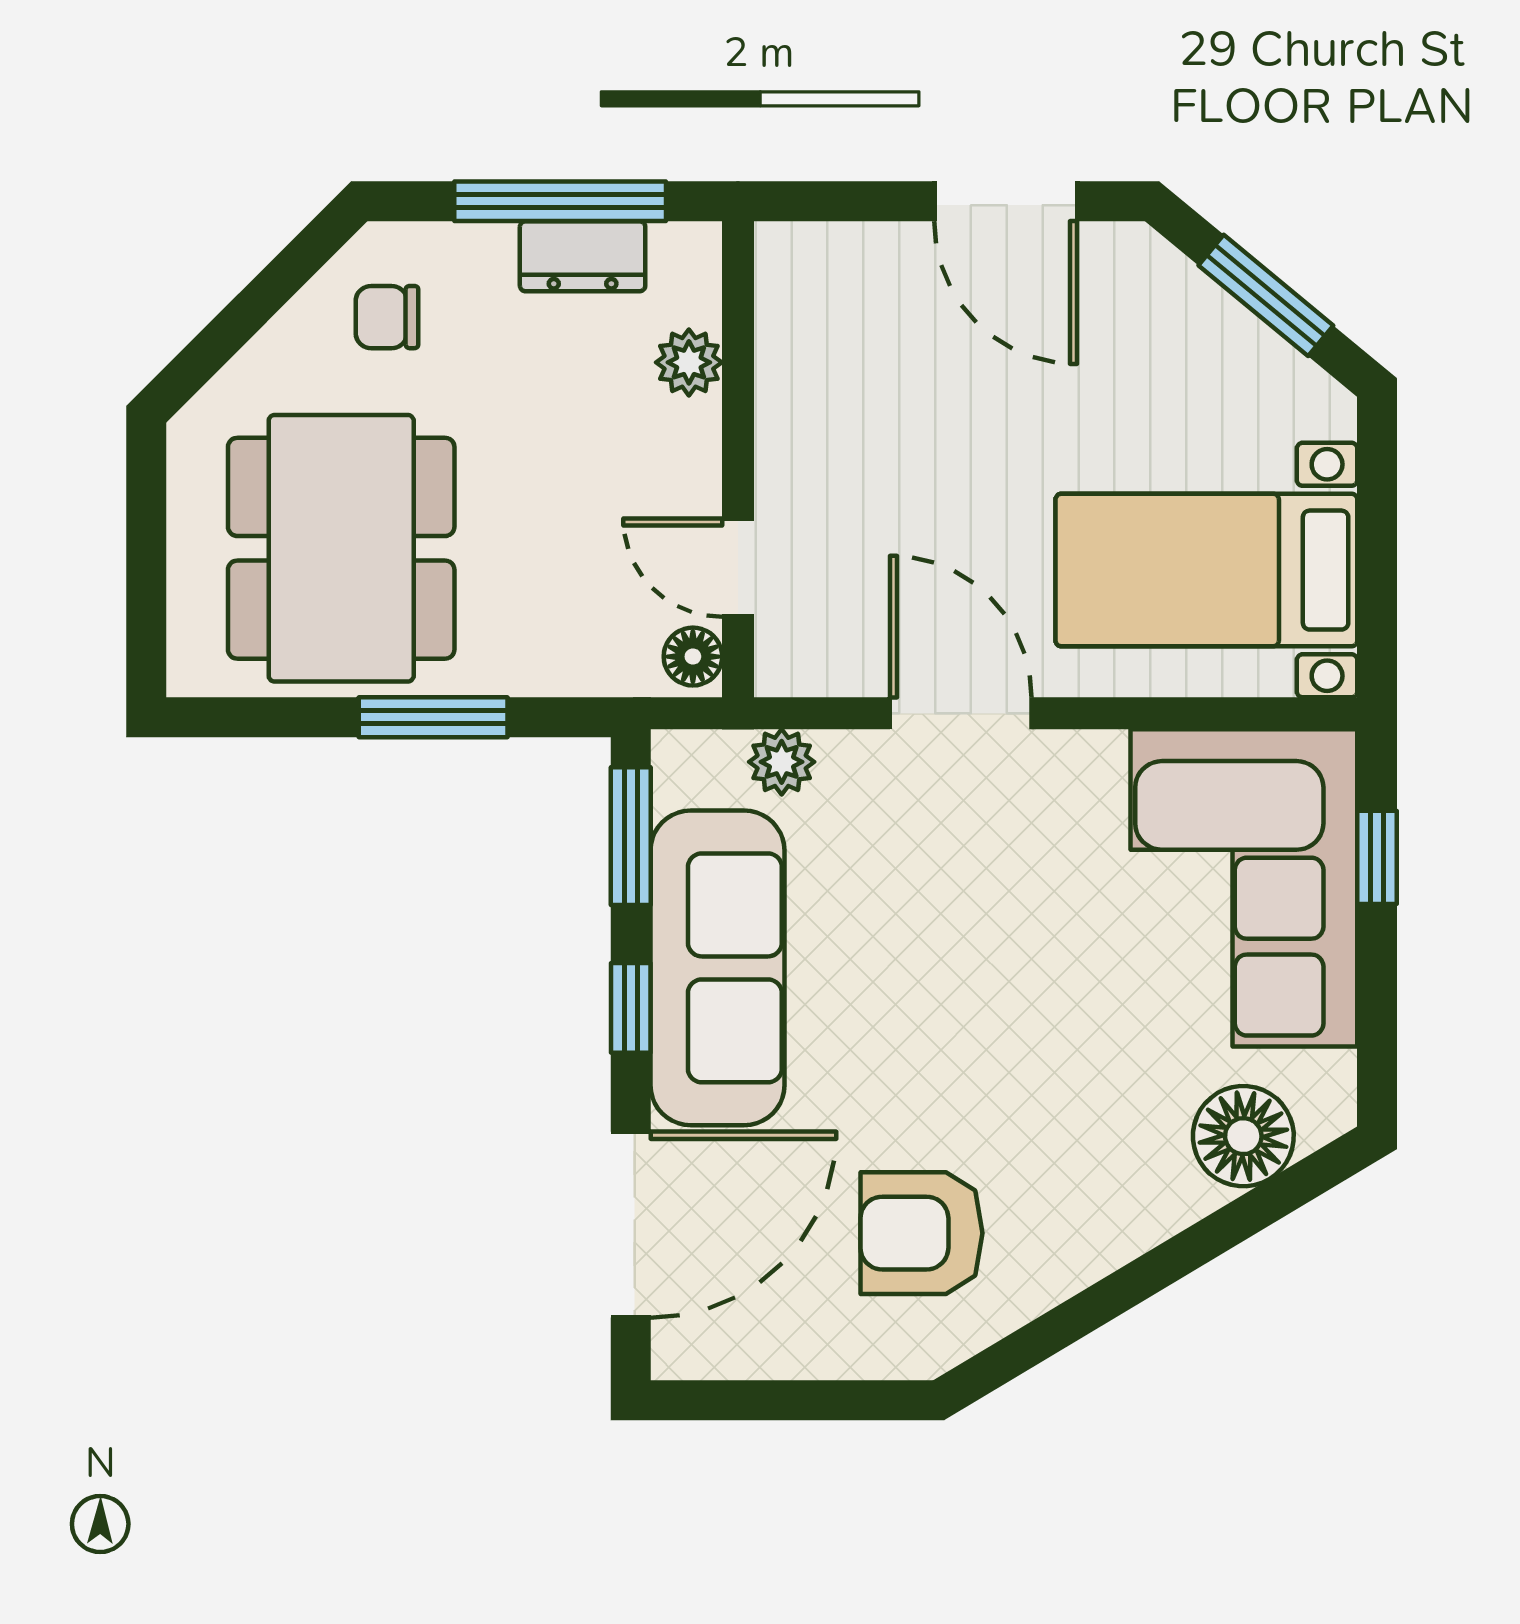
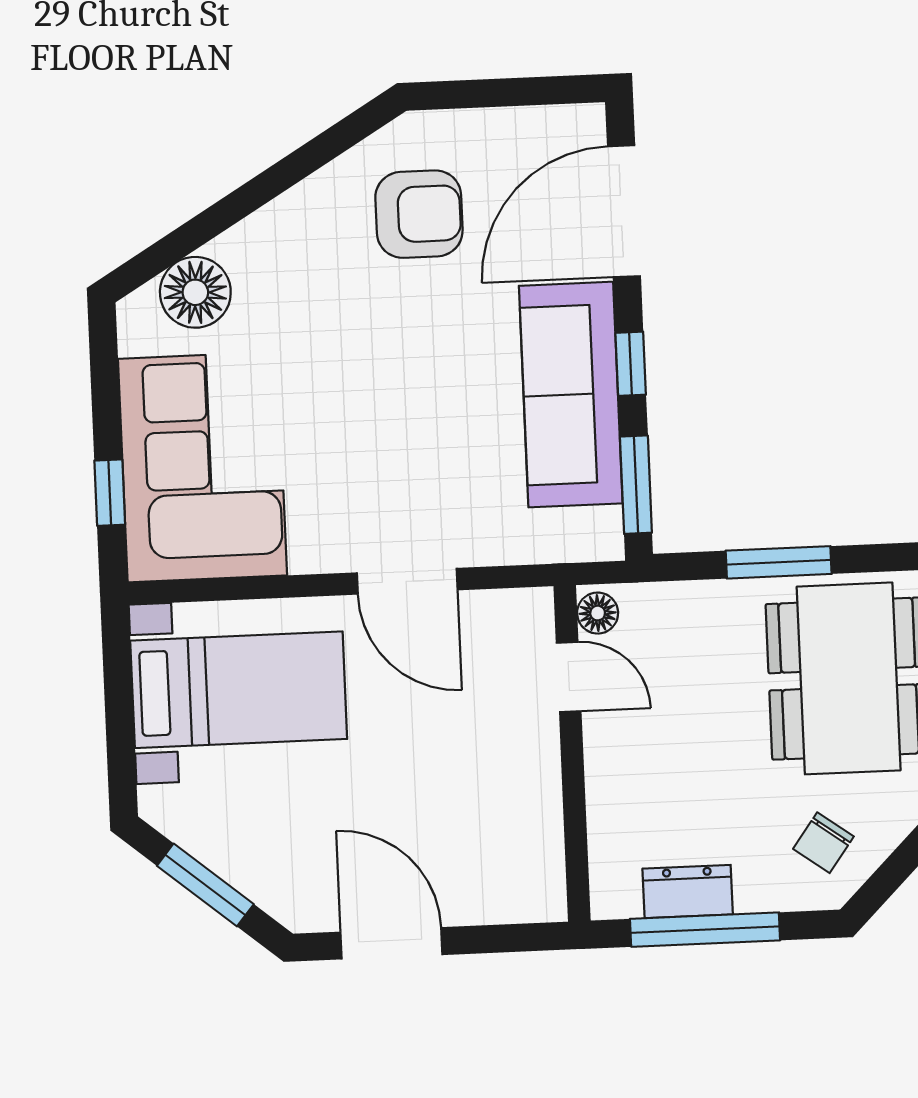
chair: (387, 317) -> (823, 843), turned 126
plant: (689, 362) -> (609, 820), removed
plant: (782, 762) -> (532, 542), removed

